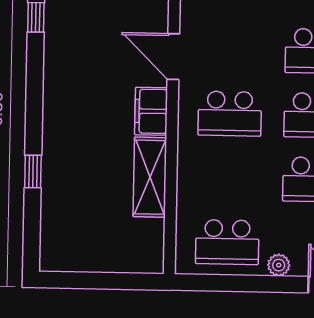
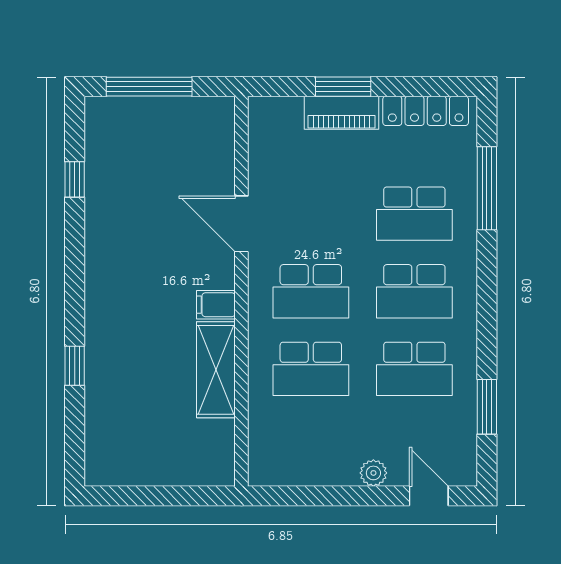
filing cabinet: (151, 111) -> (216, 305), width x0.50
school desk: (227, 242) -> (311, 369), moved

